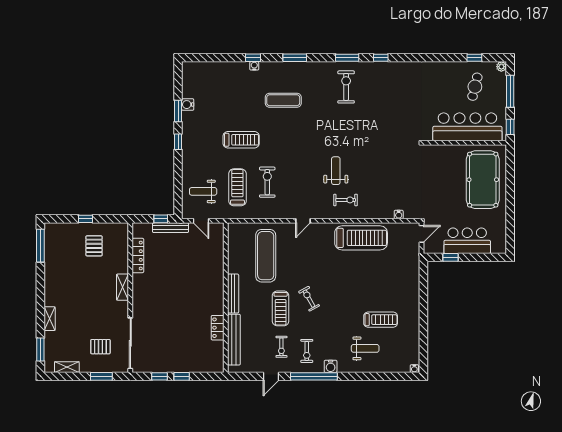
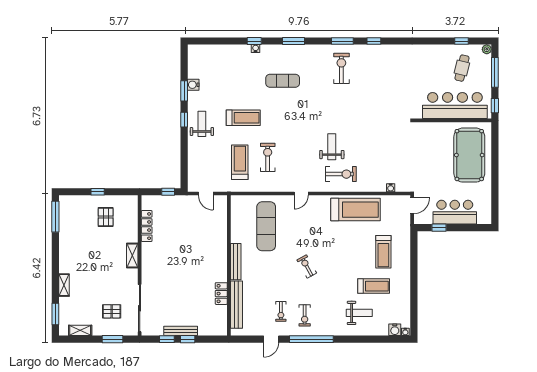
weight bench: (203, 191) -> (202, 124), moved, turned 90
exercise bike: (346, 200) -> (341, 174), width x1.38, depth x1.39
bench: (170, 228) -> (181, 331), moved
treadmill: (281, 308) -> (383, 252), moved
water cooler: (331, 366) -> (395, 330), moved

